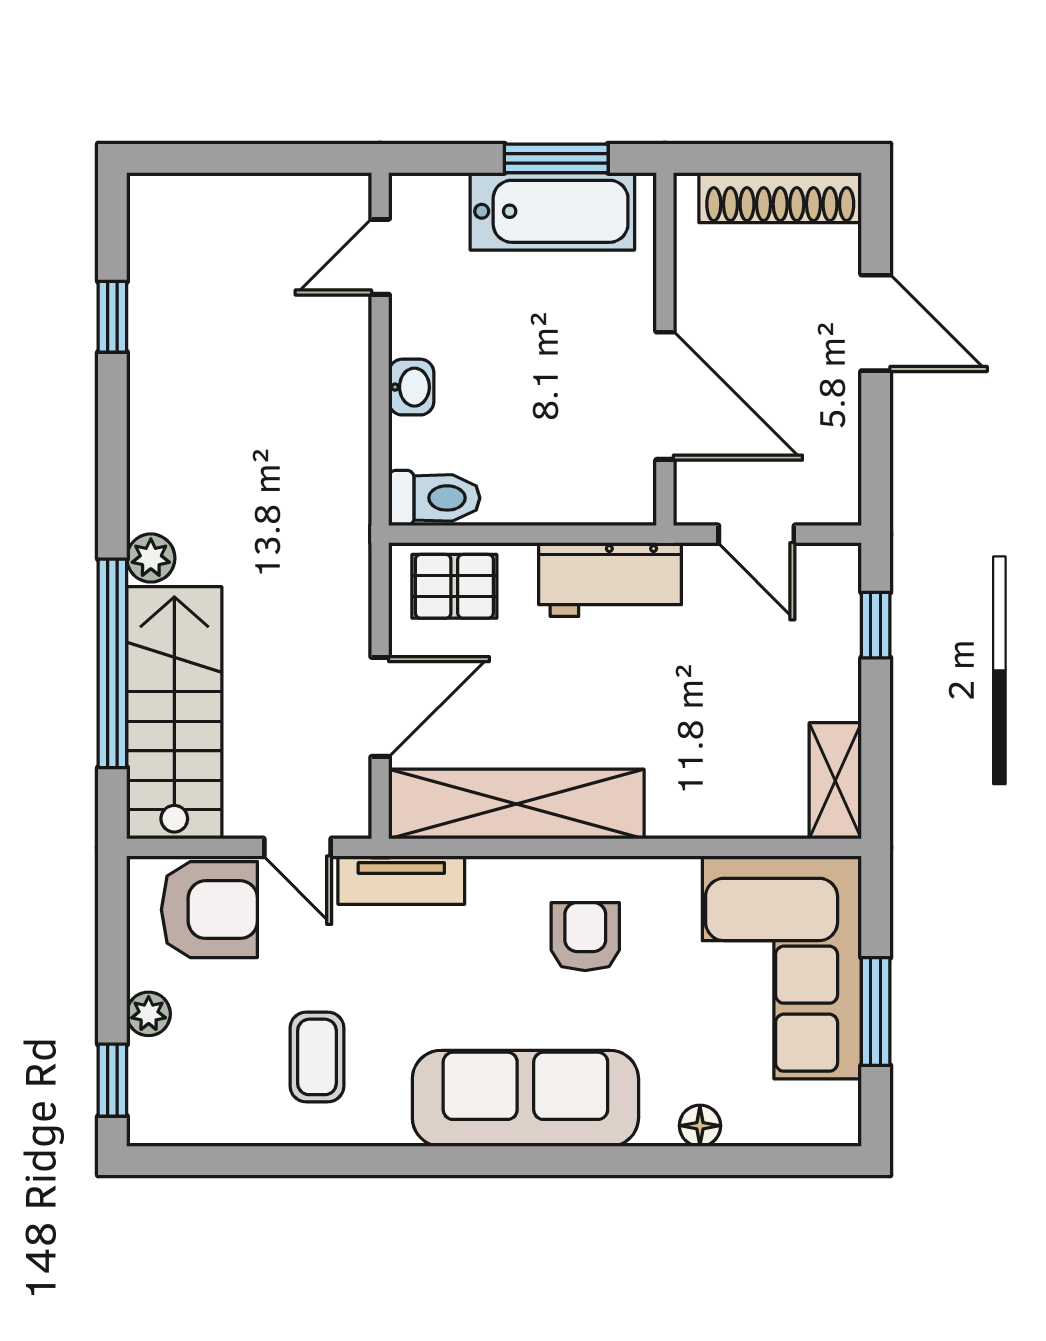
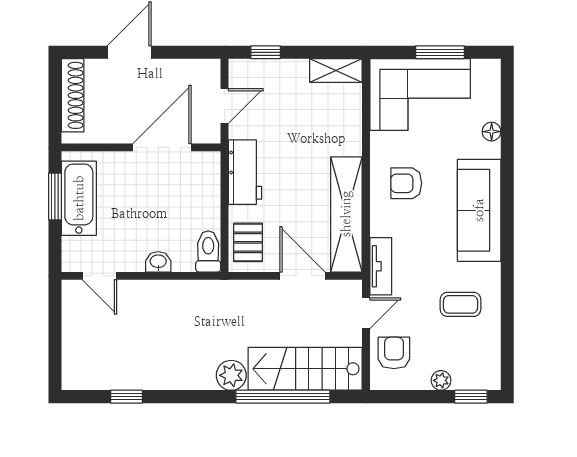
plant: (151, 558) -> (231, 375), width x1.38, depth x1.38
armchair: (209, 910) -> (394, 353), width x0.72, depth x0.72

